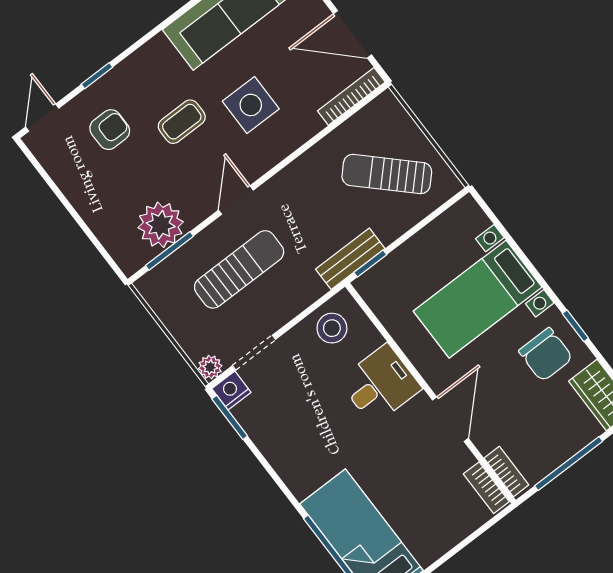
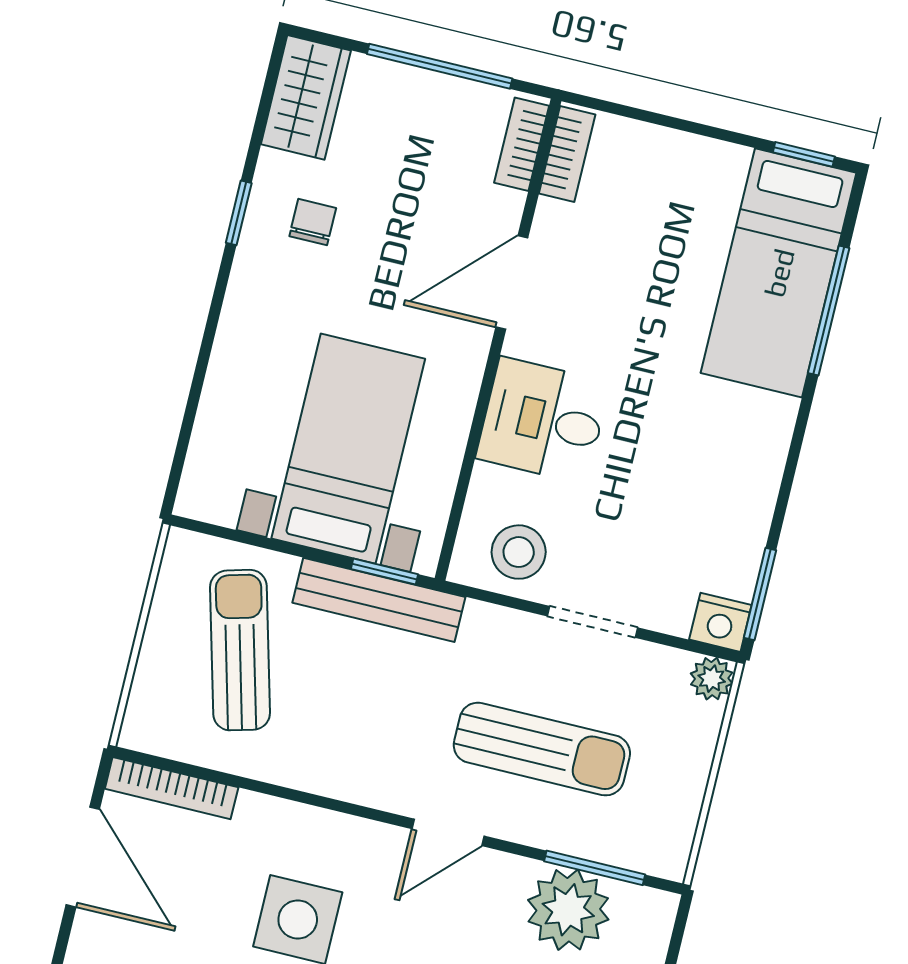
sun lounger: (387, 174) -> (240, 650), turned -149
bench: (350, 259) -> (379, 600), width x1.36
sun lounger: (239, 269) -> (542, 749), turned 180
bed with nightstands: (478, 299) -> (348, 449), moved, turned -90
doorway: (254, 352) -> (592, 622), moved
chair: (546, 354) -> (313, 222), width x0.54, depth x0.54

